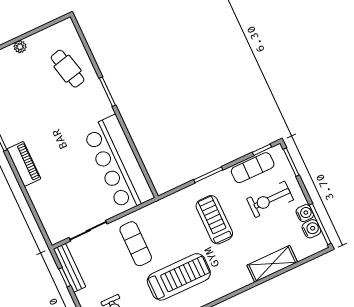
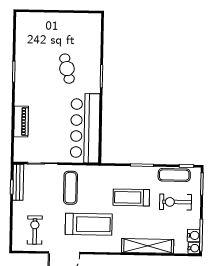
plant: (20, 47) -> (57, 17), removed
cafe table: (68, 69) -> (67, 69), moved
piano: (24, 164) -> (21, 121), moved
water cooler: (305, 213) -> (194, 248), moved
treadmill: (214, 220) -> (131, 197), turned -90
shelving: (272, 264) -> (148, 246), width x1.47

